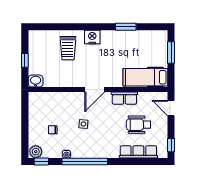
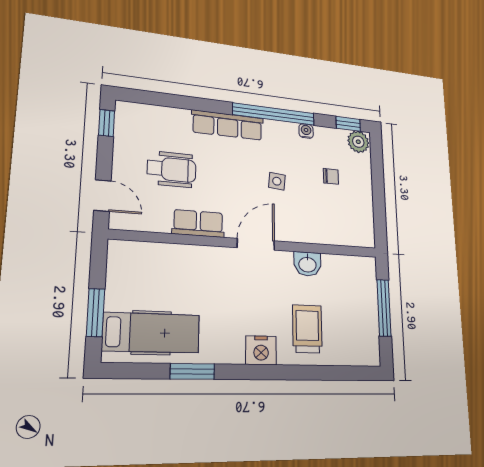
window: (25, 60) -> (384, 308), width x2.17
hospital bed: (145, 77) -> (151, 333), moved
washbasin: (36, 81) -> (307, 264), moved
row of seats: (138, 152) -> (228, 125), moved

